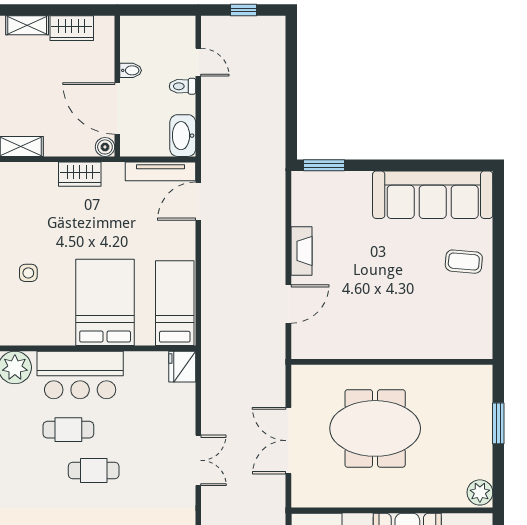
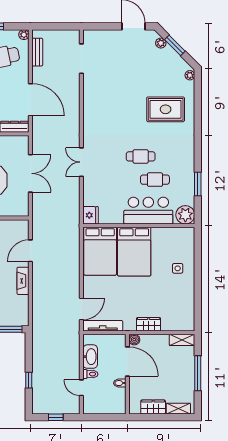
window: (291, 75) -> (29, 380), added
washbasin: (183, 136) -> (90, 357), moved
bed: (175, 303) -> (100, 251), width x1.50

